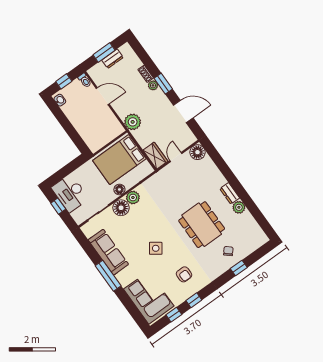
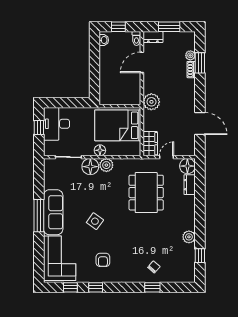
dresser: (113, 59) -> (153, 37), moved
window: (163, 84) -> (200, 63), moved
plant: (153, 85) -> (190, 55), moved
door: (103, 96) -> (142, 62), swing flipped
dresser: (230, 193) -> (190, 185), moved
window: (258, 216) -> (200, 256), added
dining table: (202, 225) -> (146, 193), moved
sofa: (108, 252) -> (53, 212), moved

